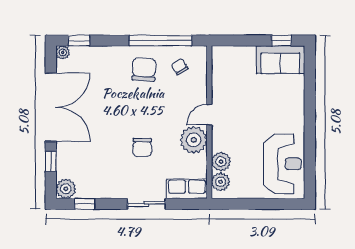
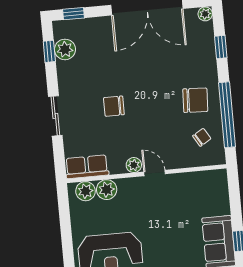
window: (79, 41) -> (221, 47), moved
plant: (194, 140) -> (134, 165), width x0.53, depth x0.53
window: (51, 161) -> (73, 14), moved
plant: (66, 189) -> (65, 49), moved
row of seats: (187, 189) -> (87, 167), moved, turned -90

